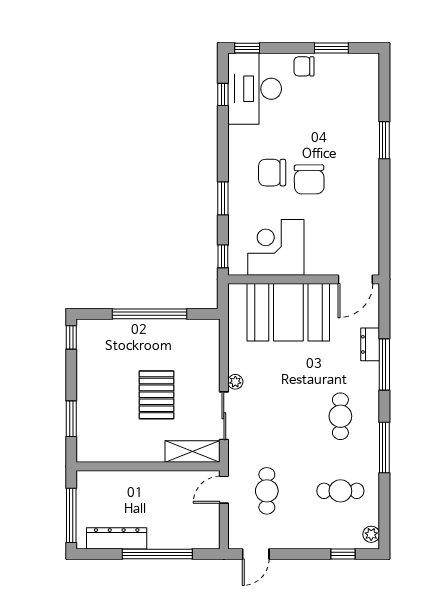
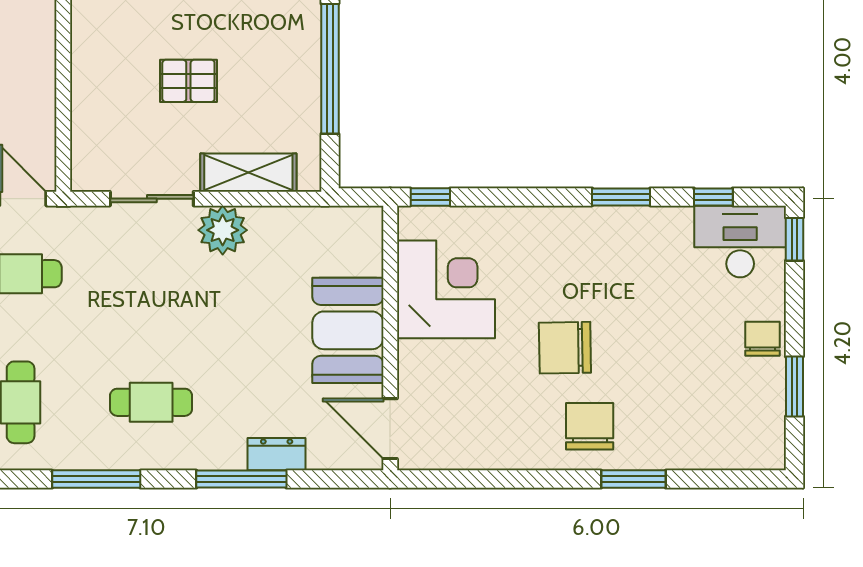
desk: (255, 89) -> (740, 242), width x0.73, depth x0.77
chair: (272, 173) -> (590, 426), moved
window: (223, 198) -> (621, 197), moved
booth: (288, 312) -> (348, 330), width x0.73, depth x0.70
plant: (235, 382) -> (223, 230), width x1.87, depth x1.87
pallet: (156, 395) -> (188, 81), width x0.67, depth x0.71
shelving: (192, 451) -> (248, 173), moved, turned 90

